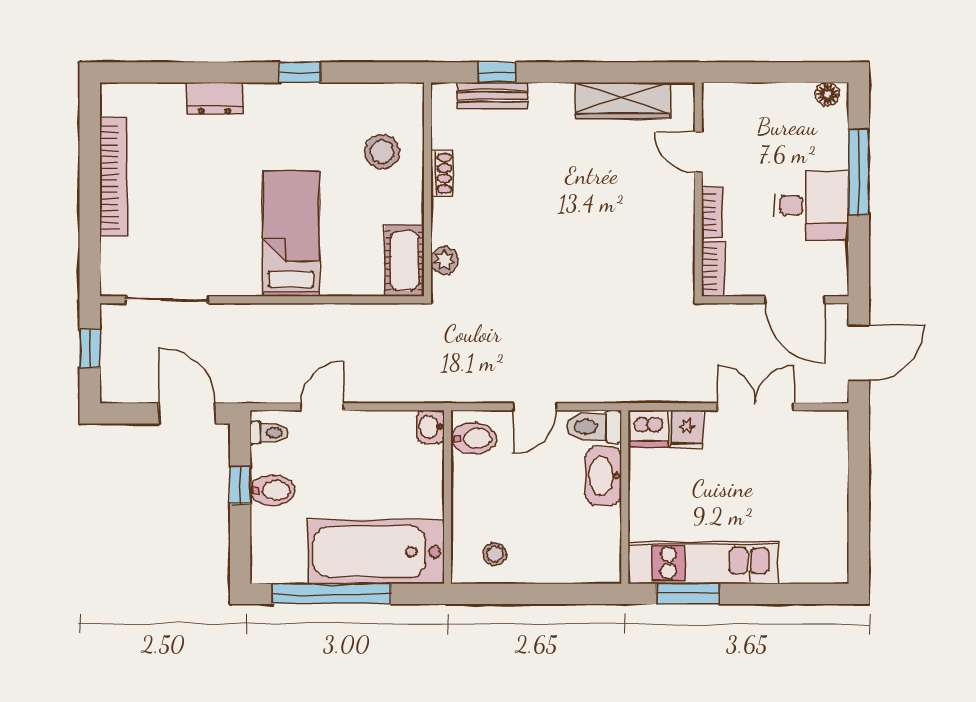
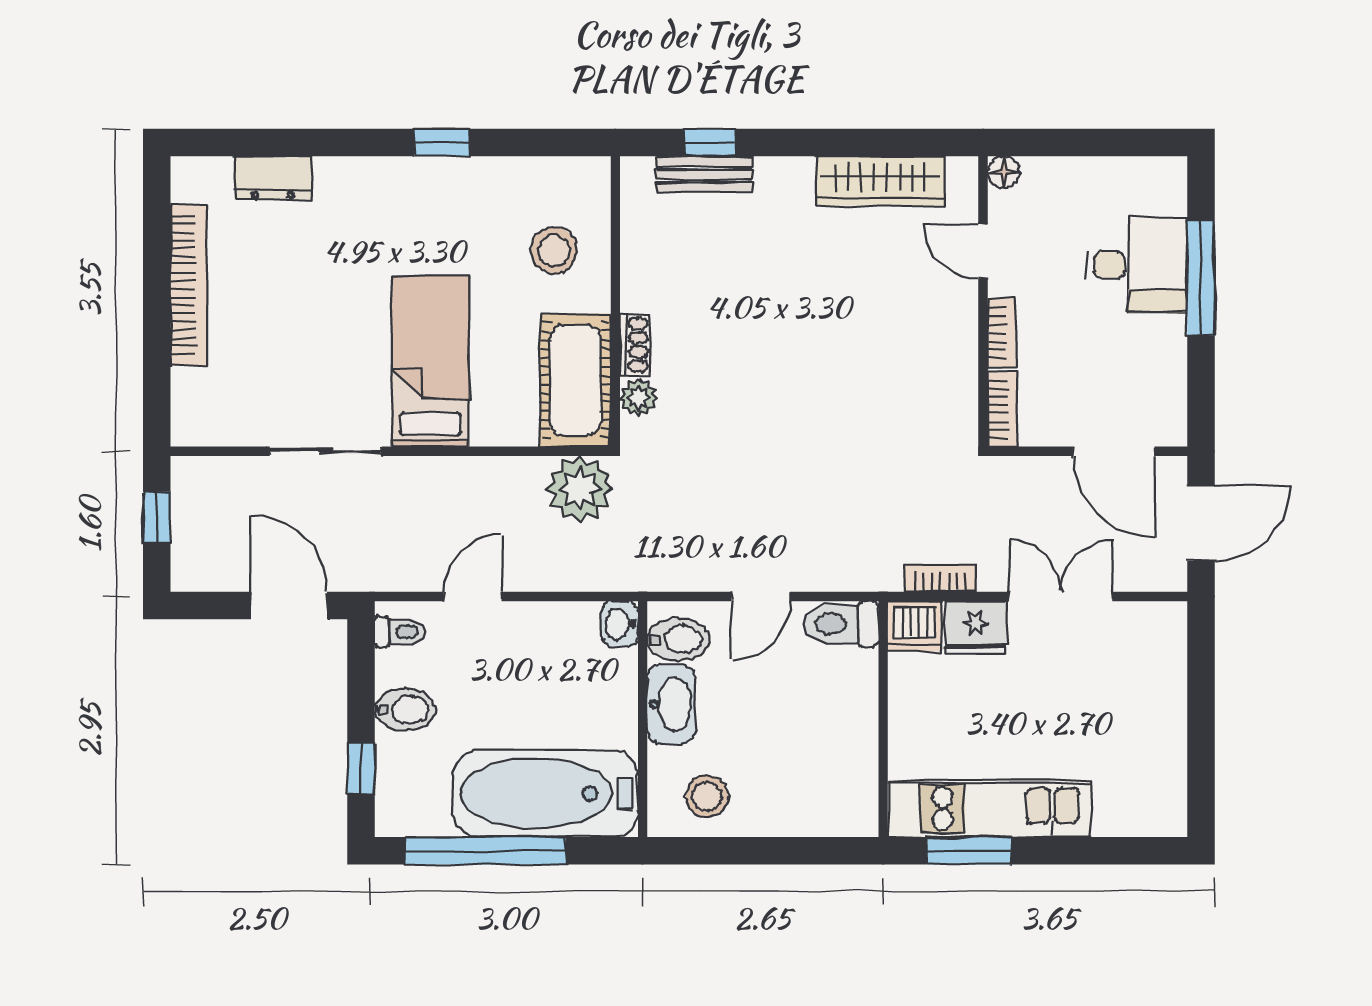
floor lamp: (827, 94) -> (1004, 172), moved
dresser: (215, 98) -> (273, 178), moved
shoe rack: (442, 173) -> (635, 345), moved
desk: (811, 205) -> (1137, 265), moved
cot: (405, 261) -> (575, 380), width x1.37, depth x1.34
sliding door: (167, 300) -> (326, 451), moved
plant: (401, 327) -> (580, 489), added
bookcase: (667, 393) -> (940, 578), added
fridge: (687, 429) -> (976, 627), width x1.38
washbasin: (603, 476) -> (671, 704), moved, turned 180
window: (240, 485) -> (361, 768), moved
stool: (495, 554) -> (707, 796), width x1.37, depth x1.37

